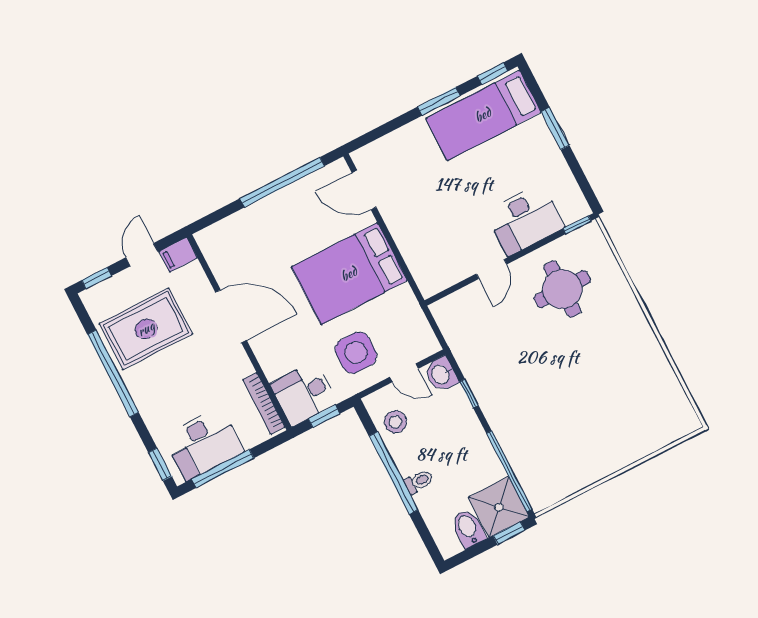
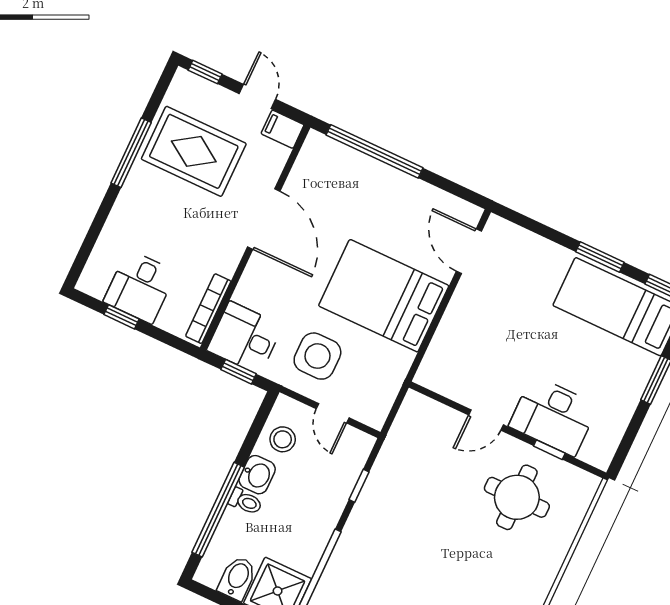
window: (282, 182) -> (375, 151), moved
window: (577, 225) -> (549, 450), moved
door: (142, 255) -> (257, 97), hinge flipped
window: (113, 373) -> (131, 153), width x0.68
washbasin: (441, 374) -> (257, 475), moved, turned 180
desk: (204, 444) -> (140, 287), width x0.73
window: (160, 464) -> (82, 258), removed
window: (223, 469) -> (121, 317), width x0.46
window: (393, 473) -> (218, 510), moved

